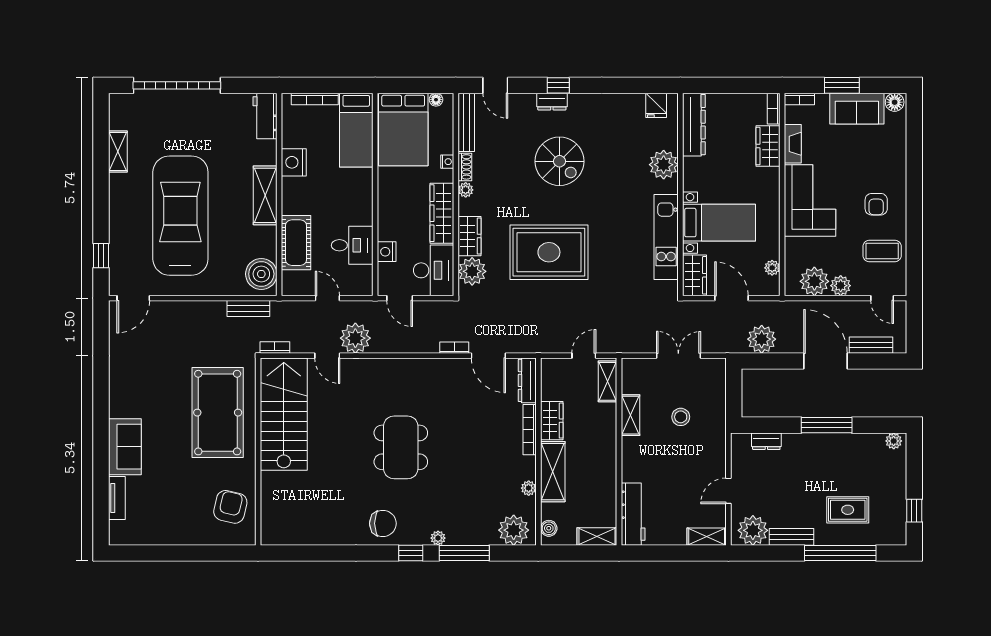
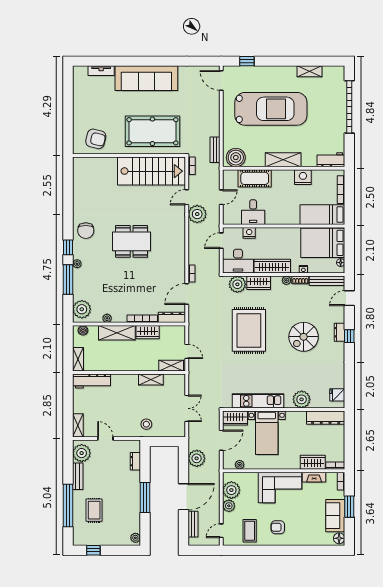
stool: (681, 417) -> (146, 424), moved
sofa: (125, 447) -> (146, 78), width x1.85, depth x1.27

